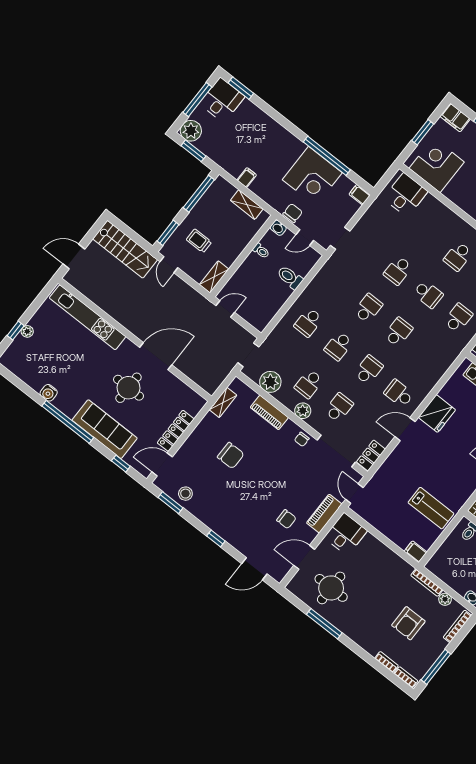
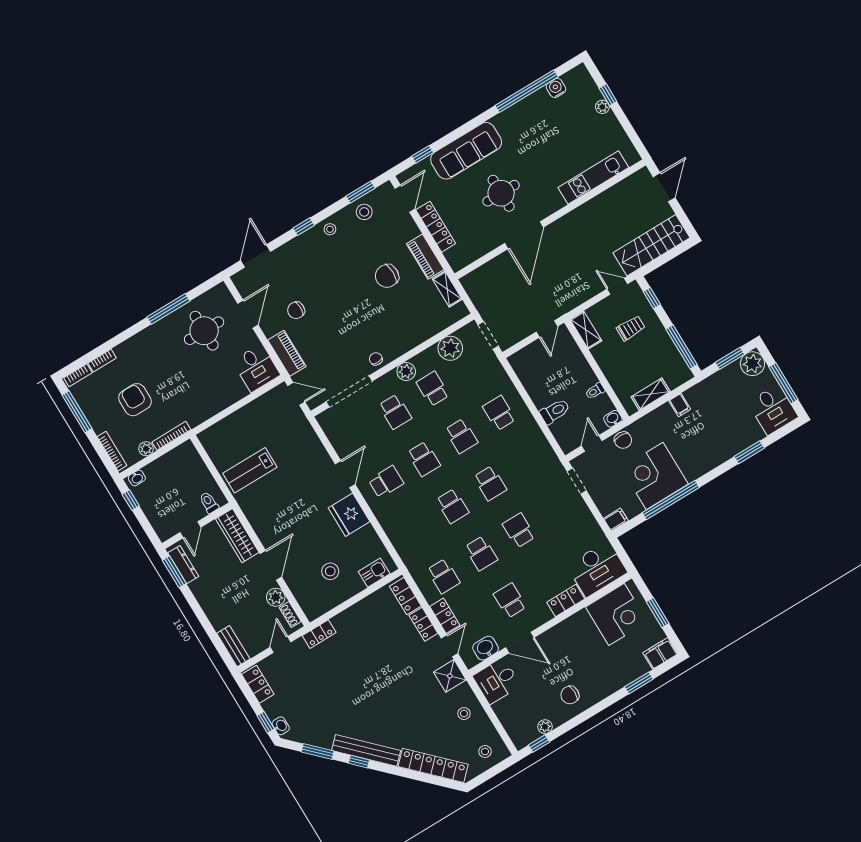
window: (241, 88) -> (749, 452), moved
desk: (406, 195) -> (597, 569), width x1.37
window: (168, 233) -> (652, 298), width x0.67
school desk: (428, 294) -> (481, 553), turned -90
kitchen unit: (88, 317) -> (593, 177), width x0.73
school desk: (338, 346) -> (461, 436), turned 180
water cooler: (49, 393) -> (556, 88), moved
piano: (269, 412) -> (425, 257), moved, turned -90
window: (68, 422) -> (527, 91), moved
locker: (371, 455) -> (566, 601), moved, turned -90
stool: (210, 516) -> (330, 229), added
filing cabinet: (416, 552) -> (209, 436), removed

